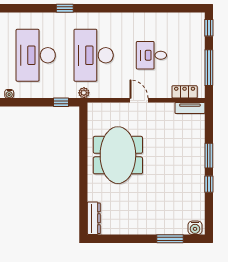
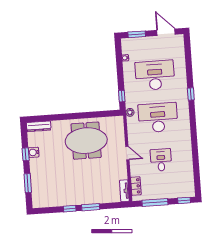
door: (139, 100) -> (127, 153), hinge flipped
water cooler: (195, 228) -> (34, 152), moved
window: (131, 239) -> (26, 154), added

